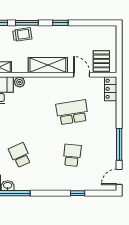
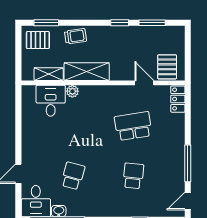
window: (27, 23) -> (152, 23), moved
shelving: (48, 65) -> (87, 72), moved
school desk: (20, 155) -> (73, 176), turned 39

